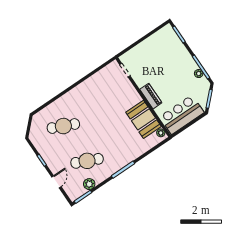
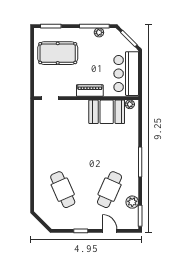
pool table: (162, 53) -> (58, 53), added
cafe table: (63, 126) -> (63, 190), turned -48

